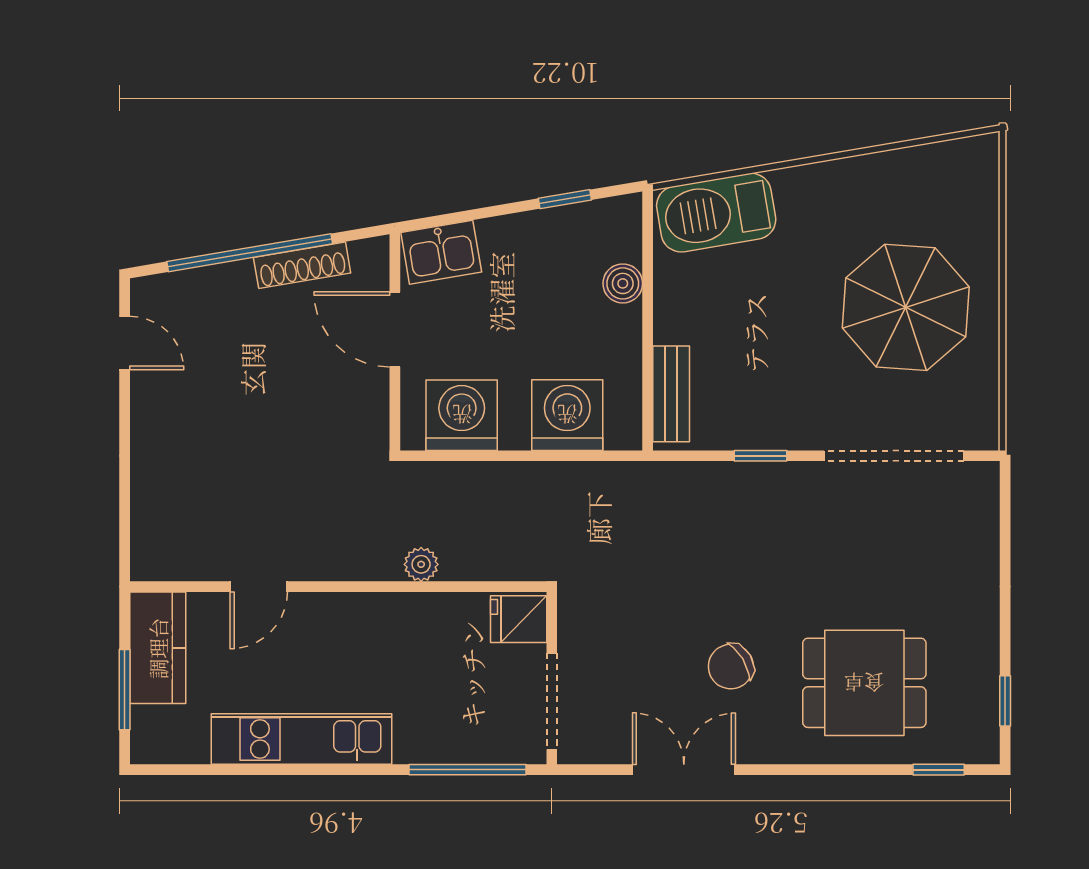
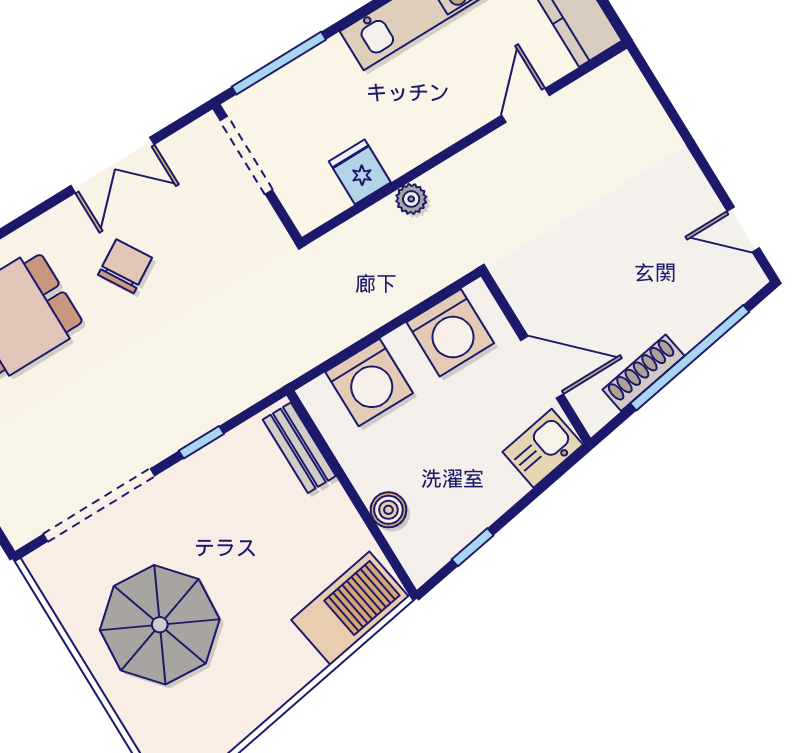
fridge: (519, 619) -> (360, 172), moved, turned -90

